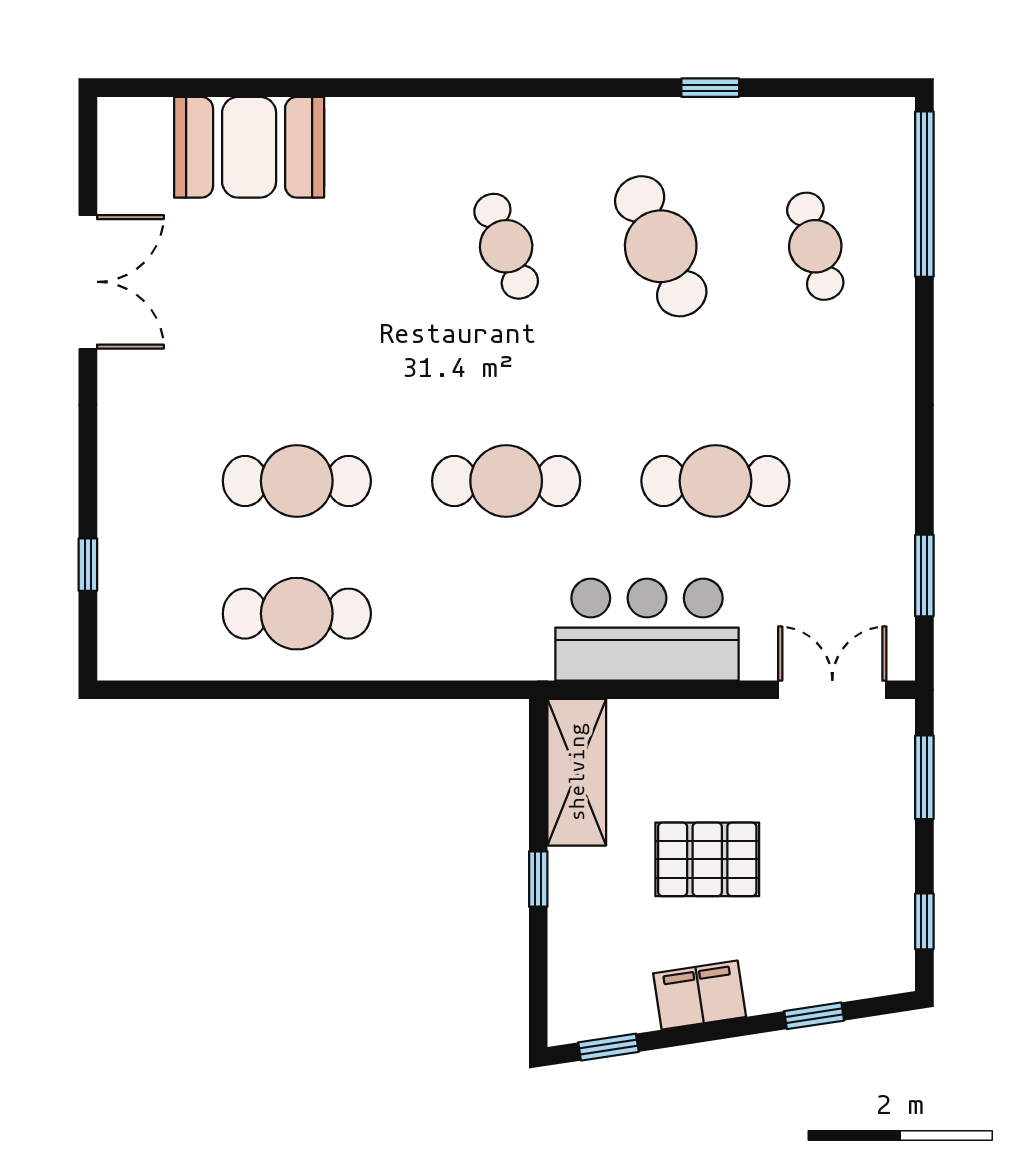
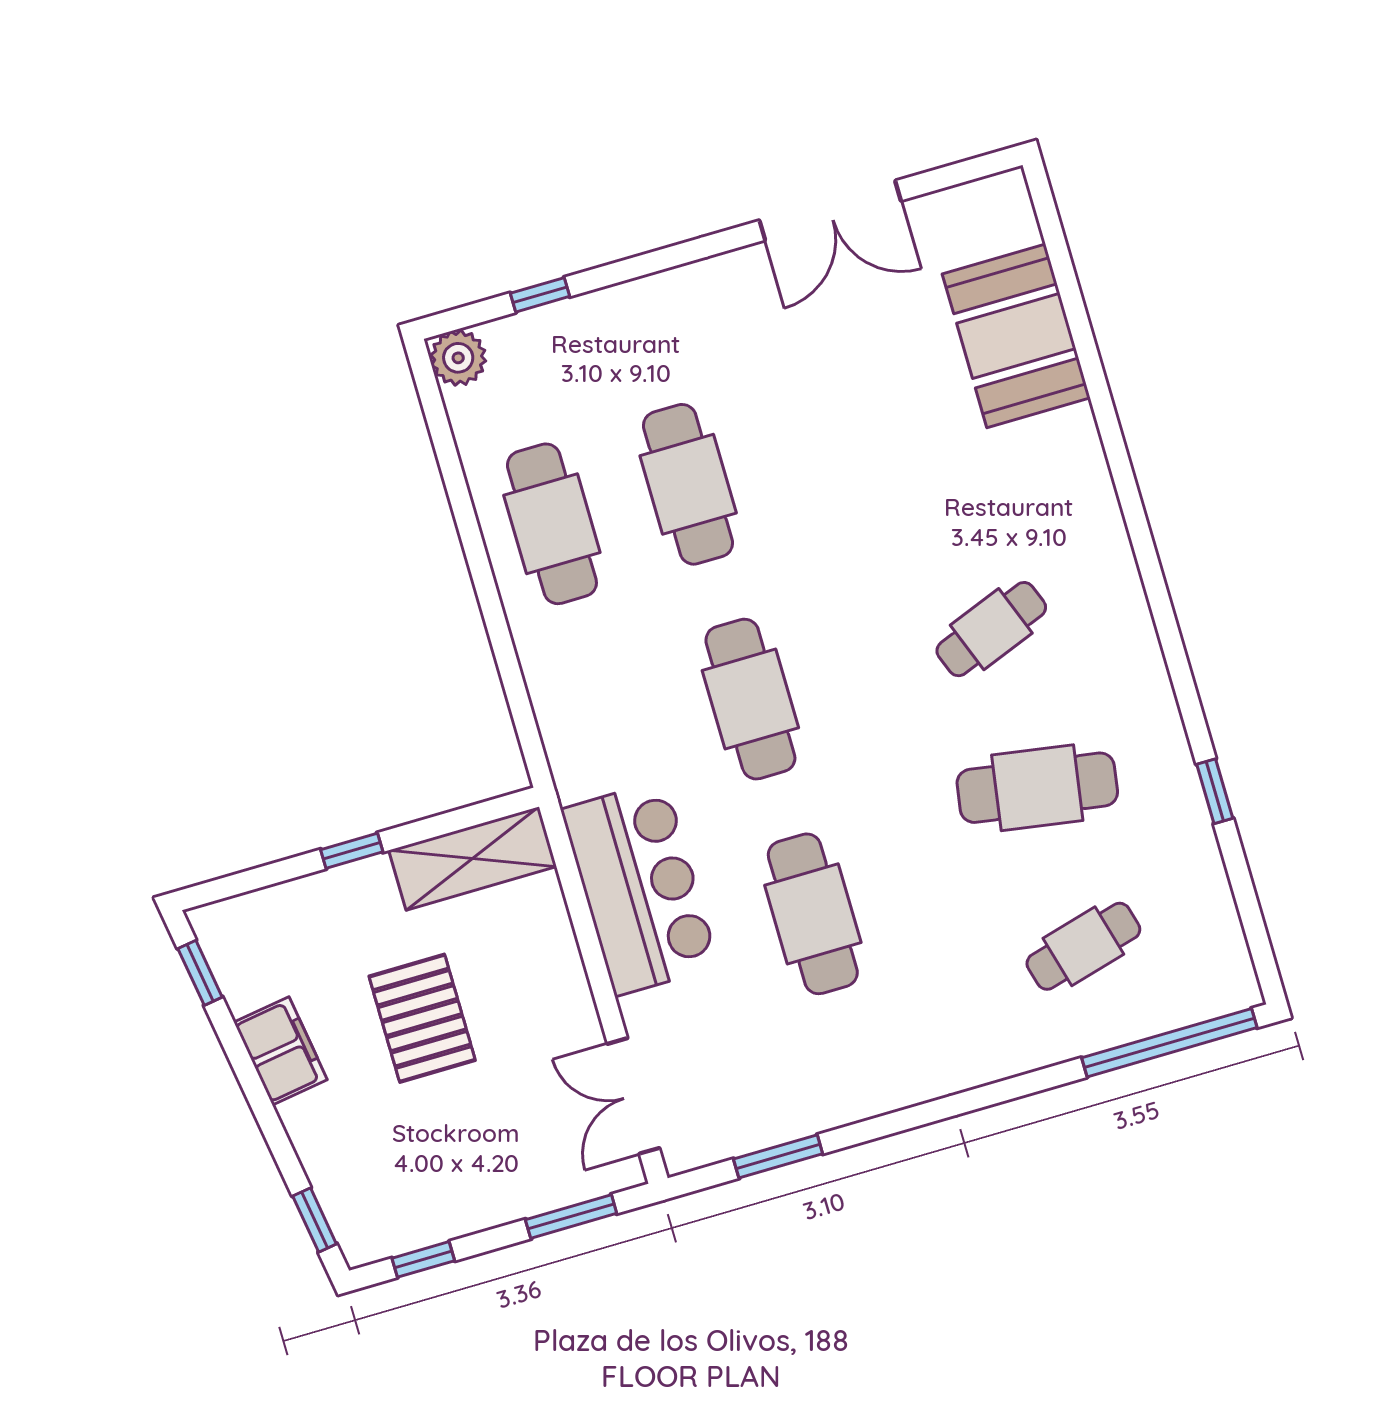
cafe table: (661, 246) -> (1037, 788), turned 33
plant: (123, 655) -> (458, 358), added
double door: (832, 690) -> (633, 1096), swing flipped
window: (814, 1016) -> (315, 1220), moved

